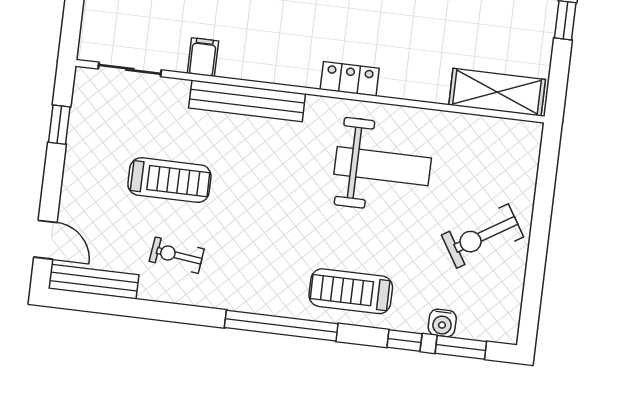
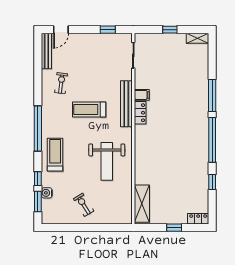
filing cabinet: (203, 57) -> (142, 95), moved
locker: (350, 79) -> (140, 113), moved
treadmill: (169, 180) -> (89, 109), moved, turned 90
exercise bike: (483, 236) -> (84, 205), width x0.73, depth x0.72

